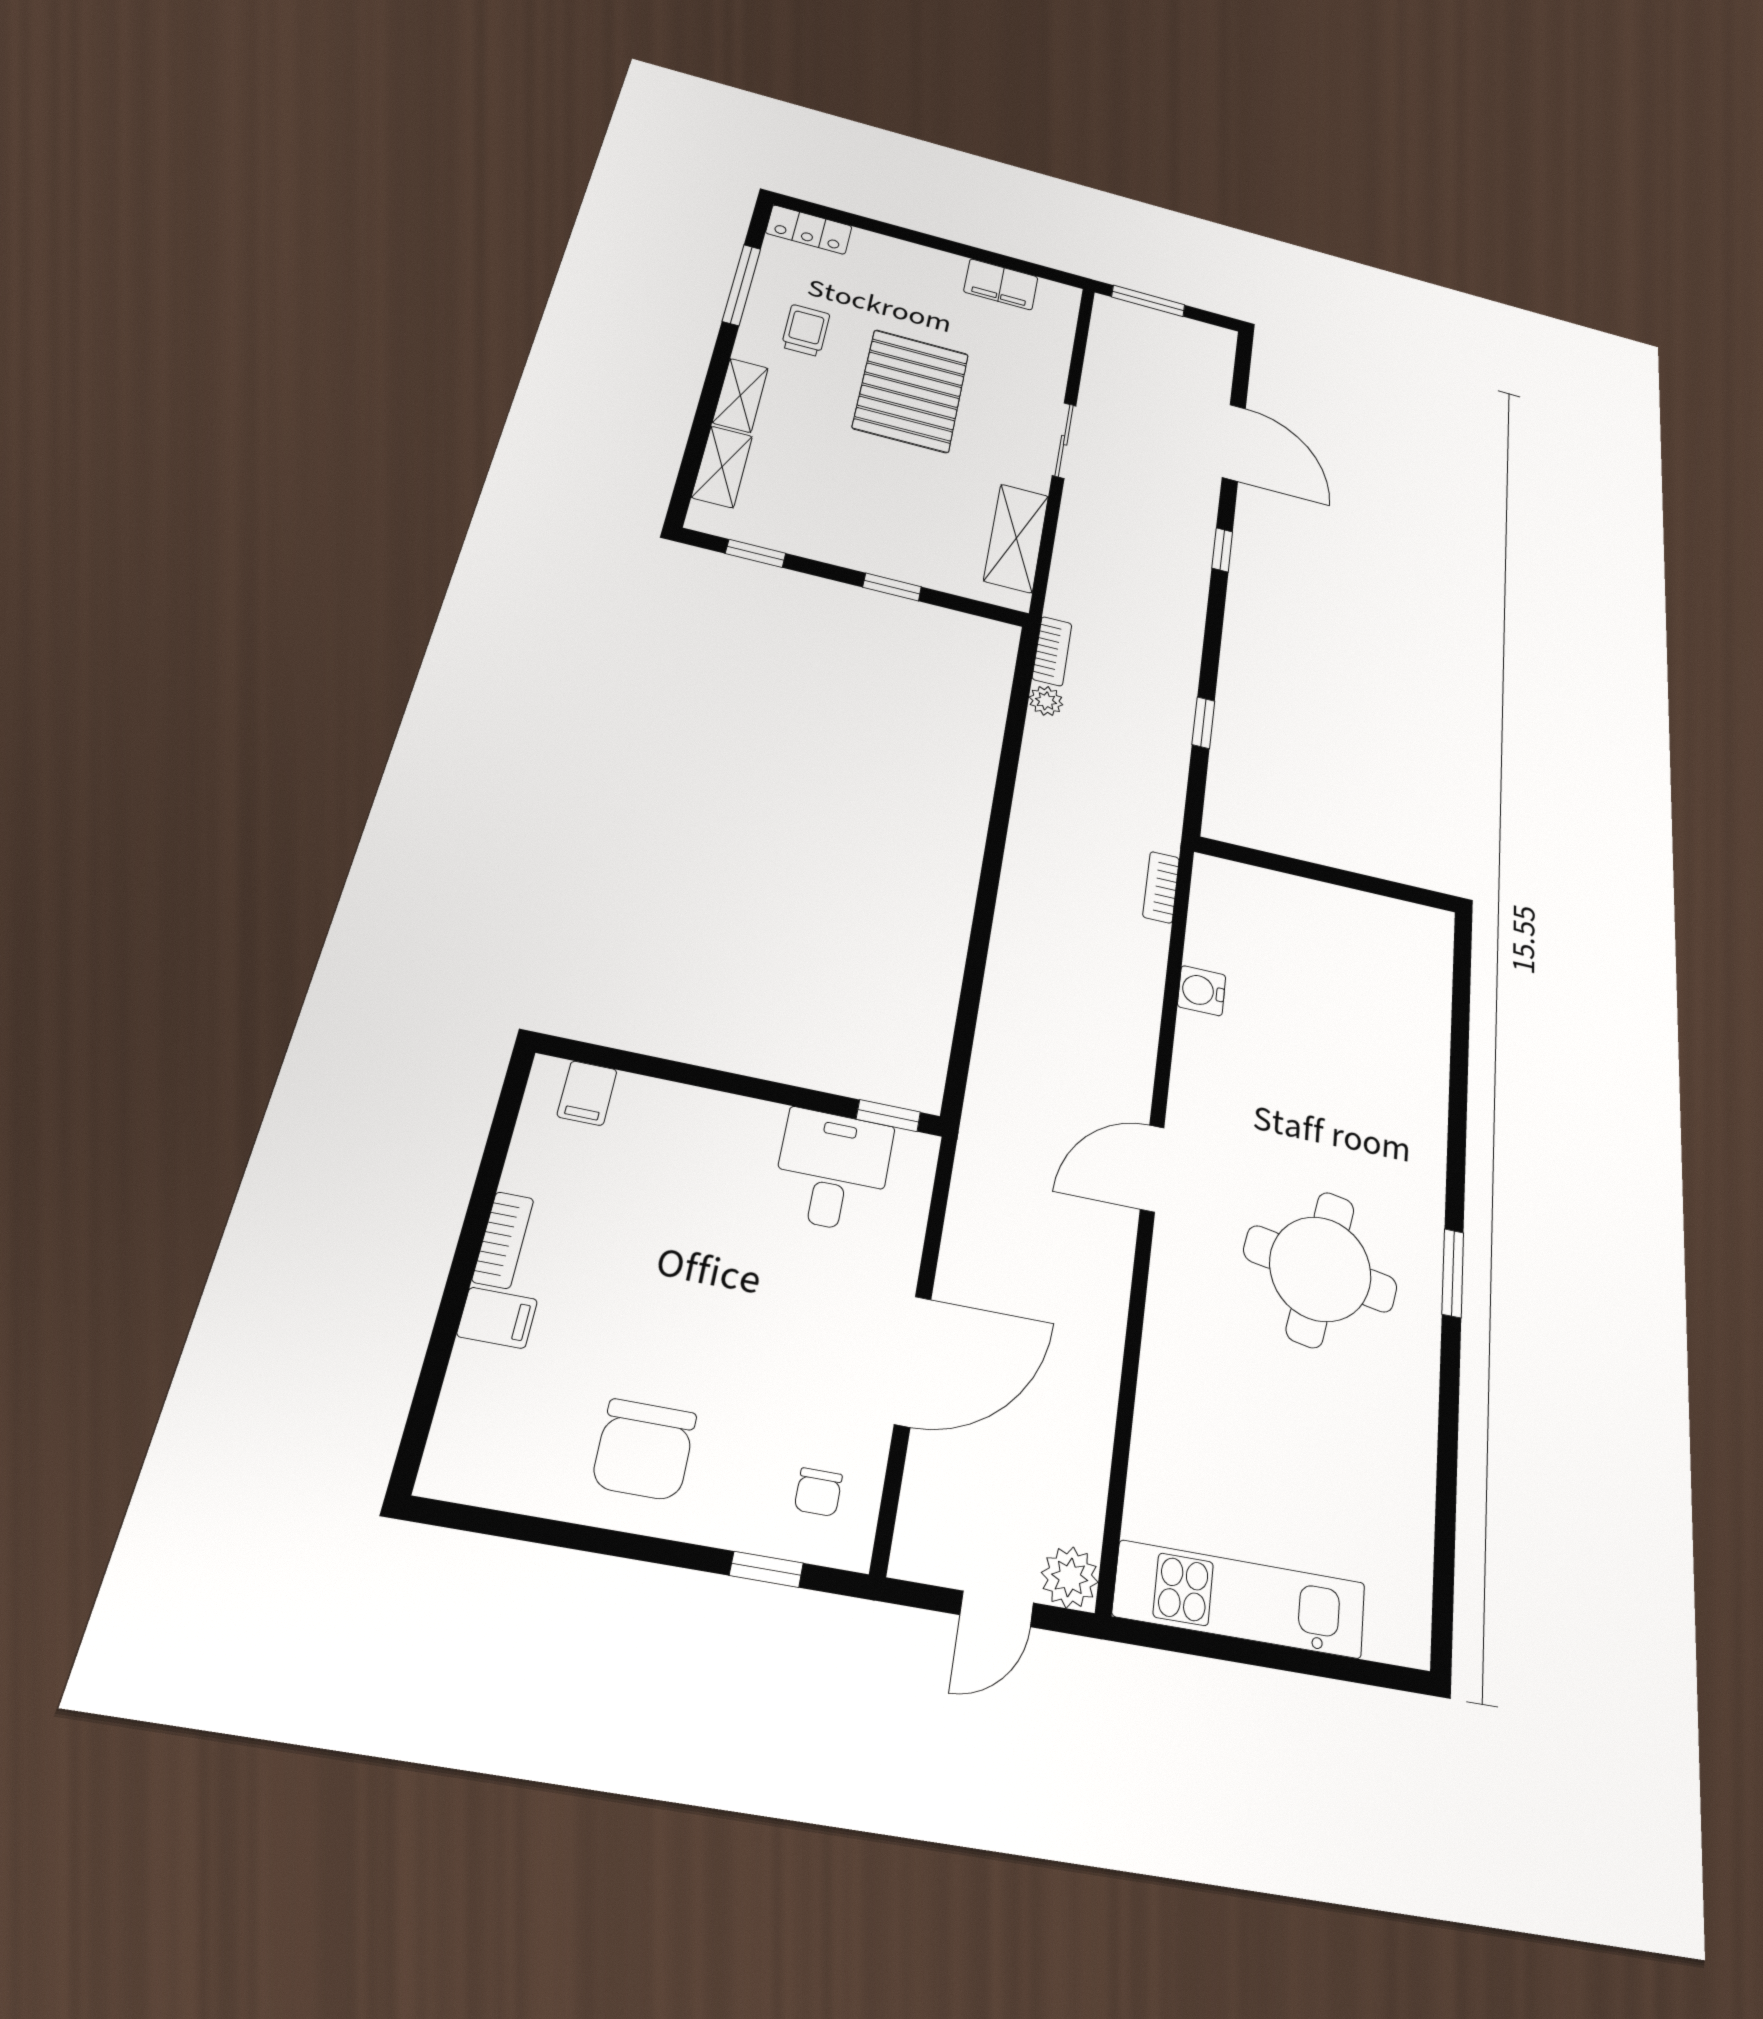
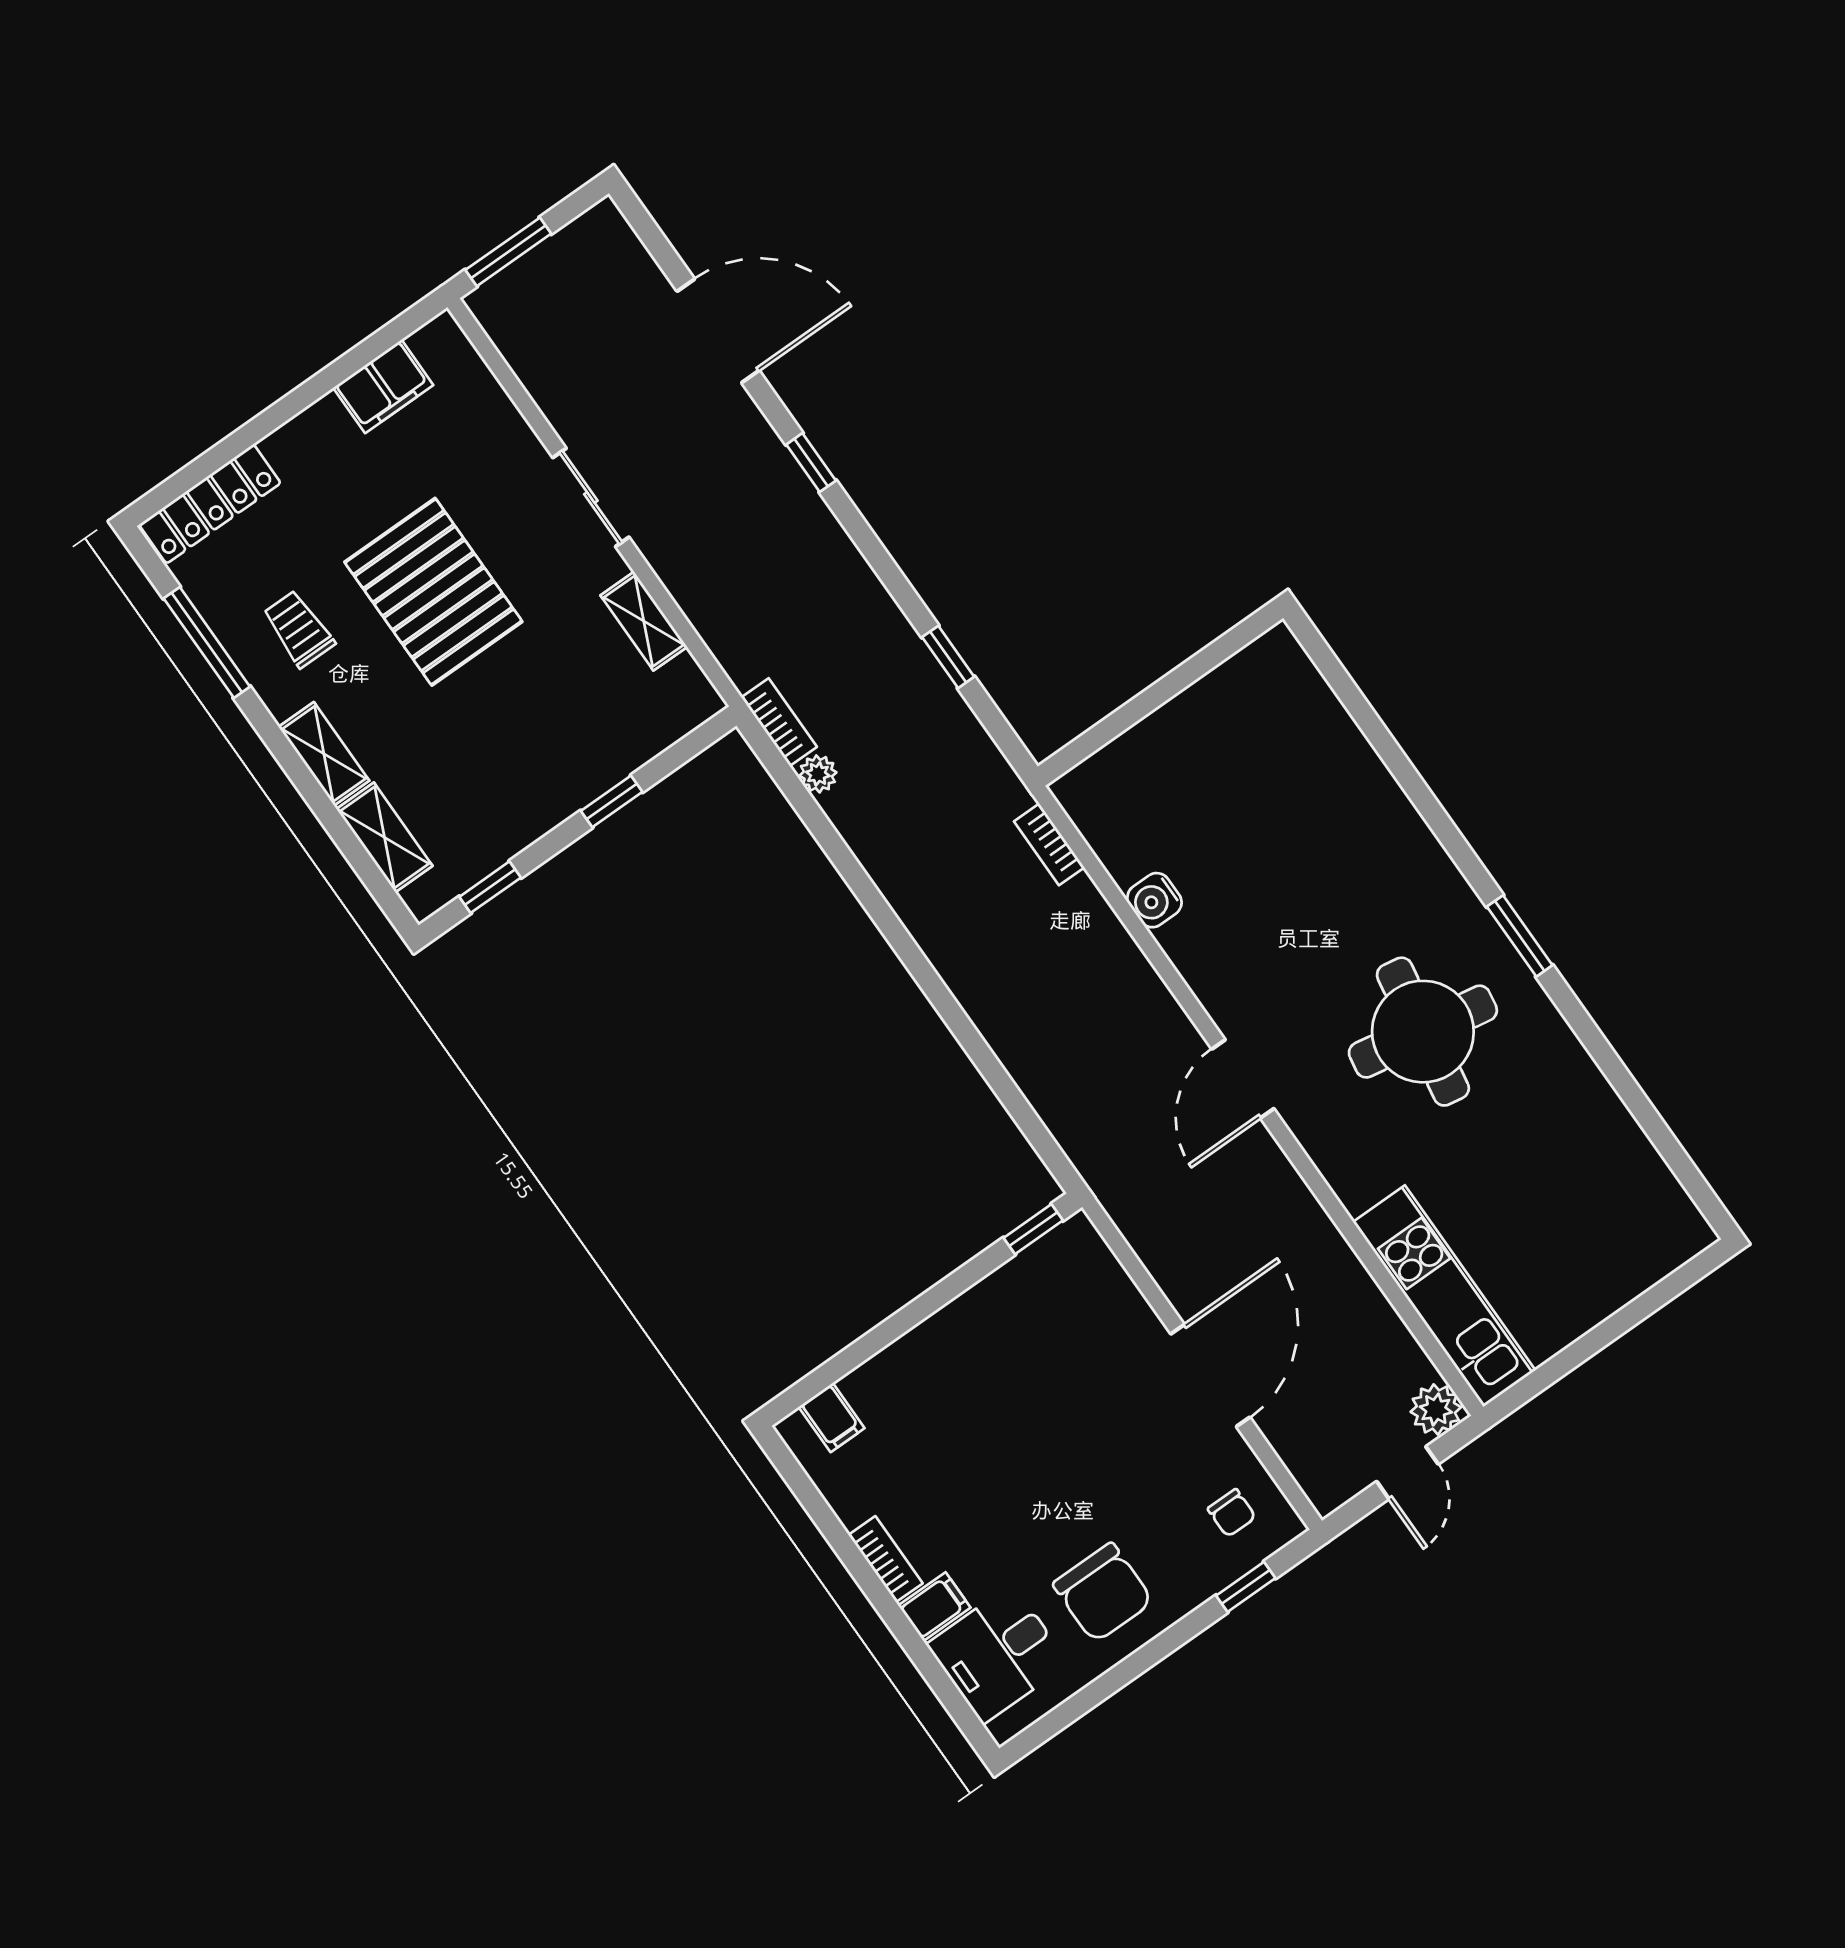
locker: (809, 230) -> (210, 504), width x1.53
shelving: (1016, 538) -> (644, 621), width x0.67, depth x0.75
desk: (833, 1170) -> (998, 1654), moved, turned -90
kitchen unit: (1240, 1599) -> (1444, 1296), moved, turned 90

